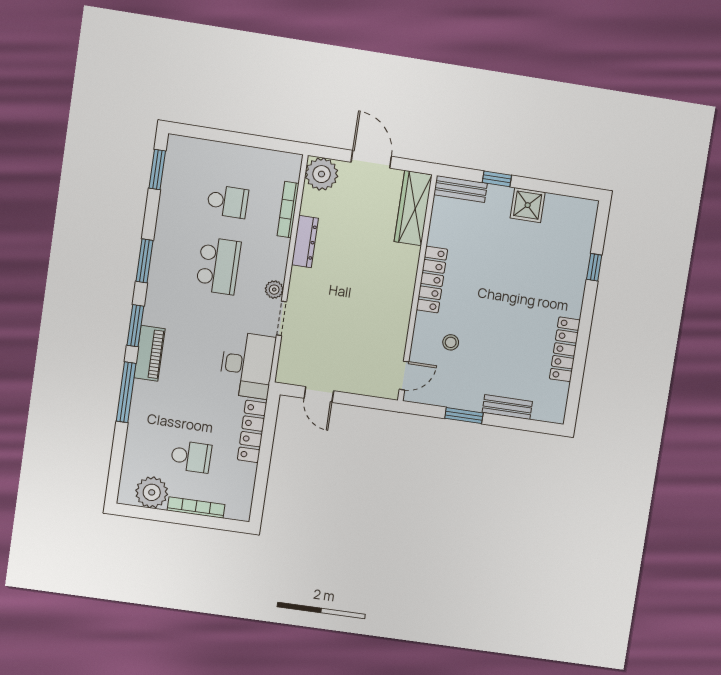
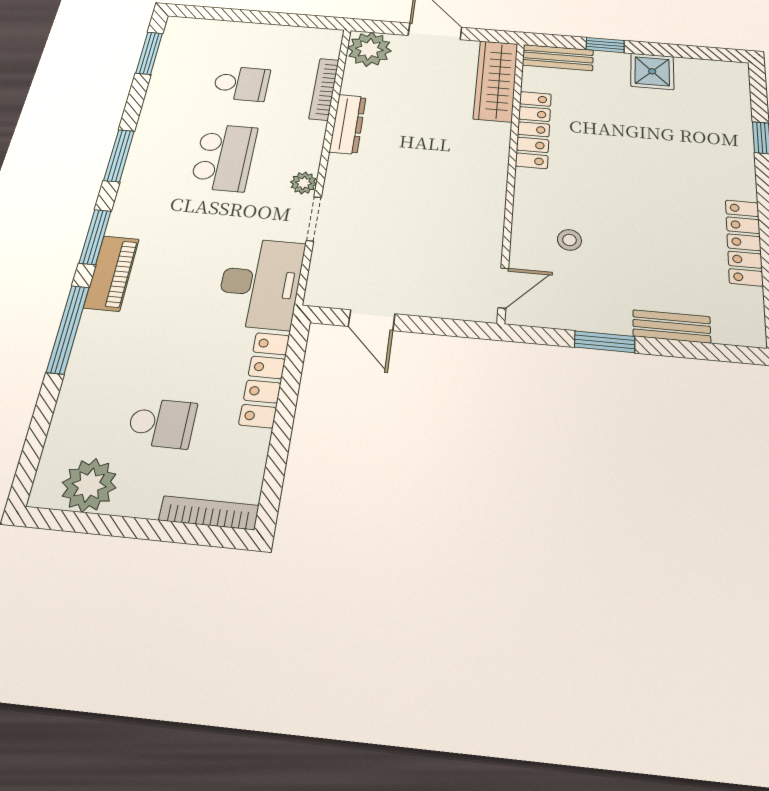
locker: (432, 280) -> (534, 129), moved
bookcase: (196, 507) -> (209, 513), moved

